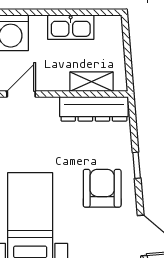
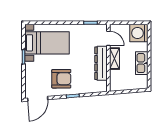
shelving: (91, 82) -> (115, 59), moved
dresser: (94, 109) -> (101, 63), moved

